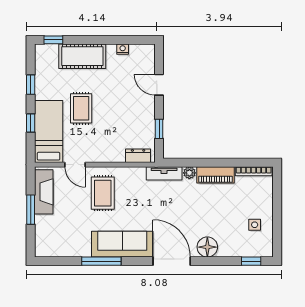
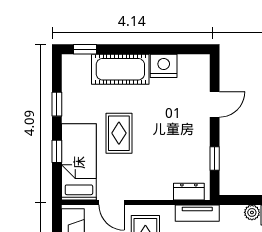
nightstand: (123, 49) -> (164, 66), width x1.89, depth x1.79
door: (159, 85) -> (215, 104), swing flipped
tv unit: (164, 173) -> (197, 213), moved

